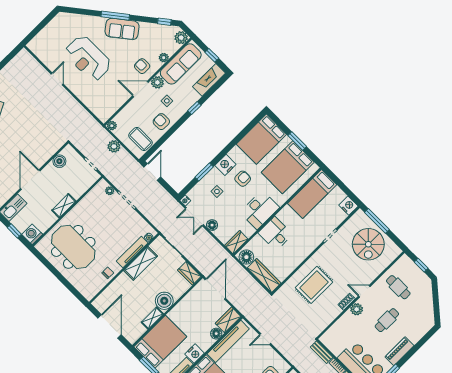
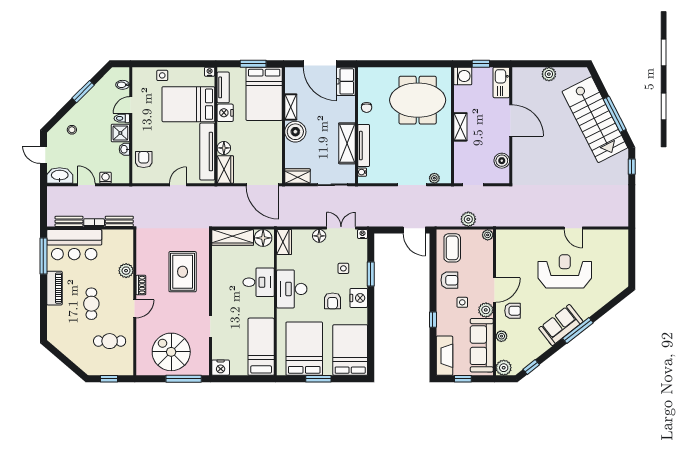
coffee table: (140, 139) -> (452, 248), turned 90
freezer: (104, 301) -> (346, 81), added
plant: (357, 309) -> (126, 271), moved

